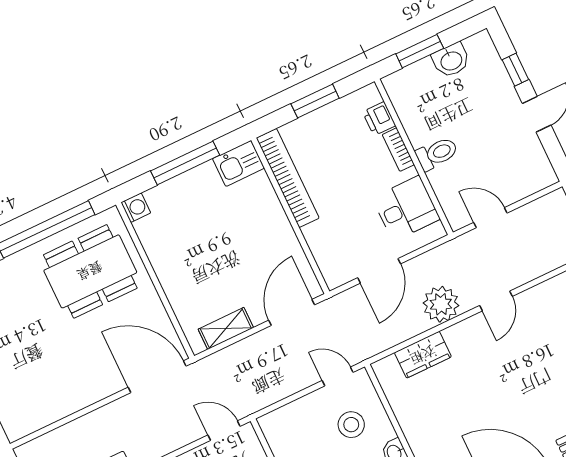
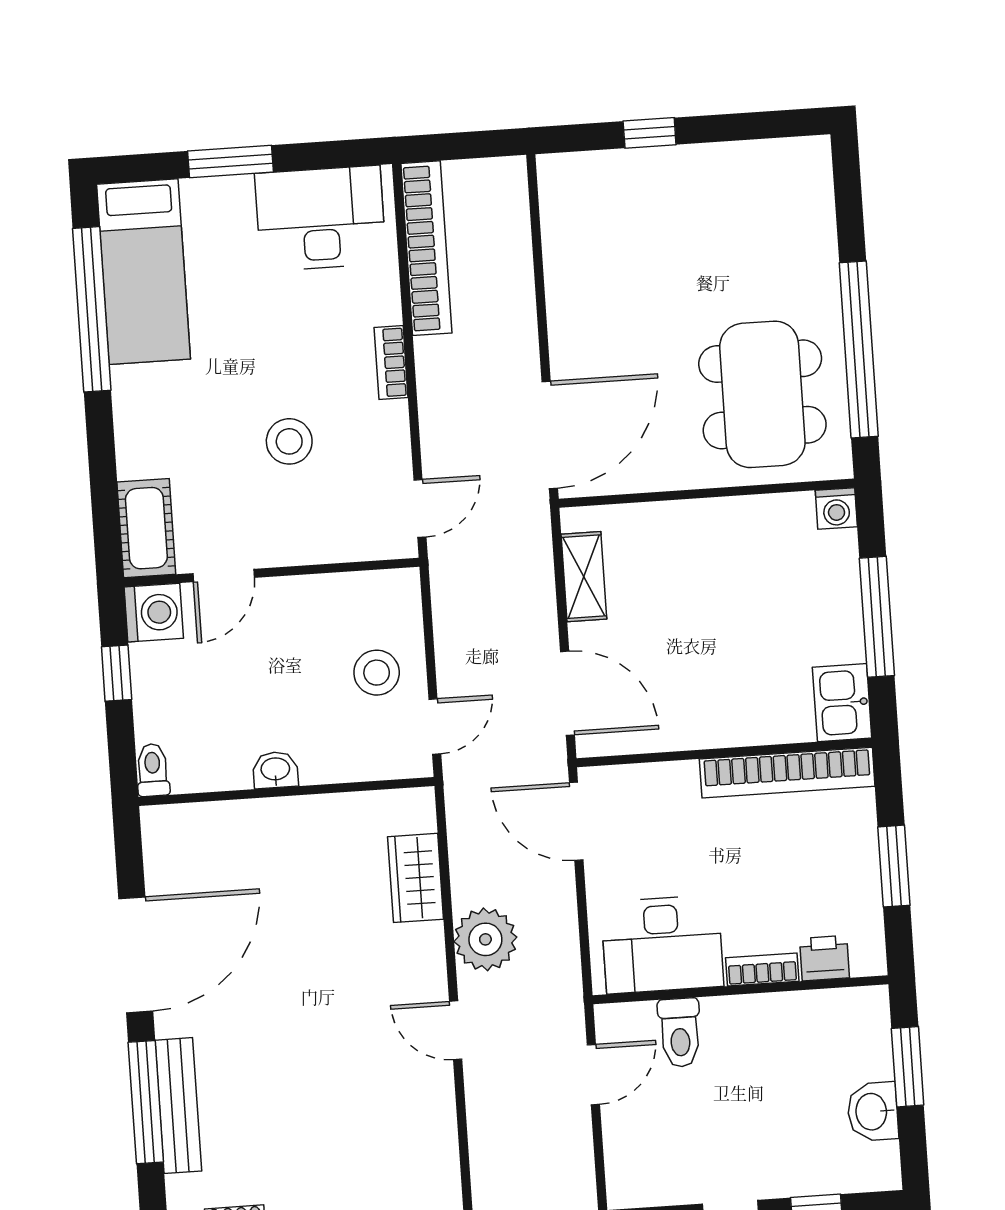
toilet: (437, 153) -> (680, 1033), moved
desk: (406, 208) -> (662, 944), width x1.37
door: (379, 271) -> (576, 821), moved
stool: (351, 425) -> (377, 673), moved

